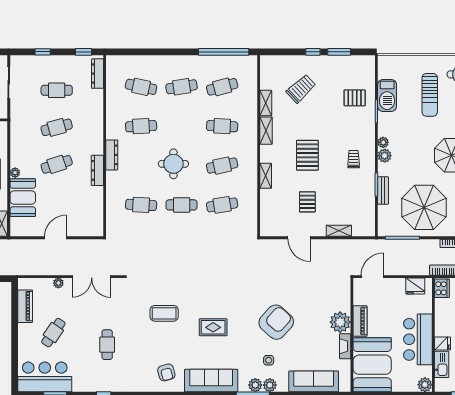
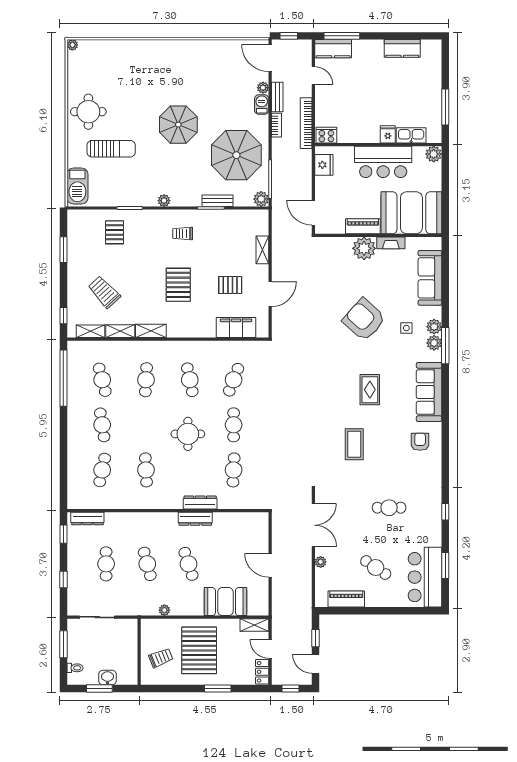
window: (313, 52) -> (63, 316), moved
barbecue: (387, 95) -> (77, 186), moved, turned 90
dresser: (112, 155) -> (200, 503), moved
pallet: (307, 155) -> (178, 285), turned 90
plant: (385, 156) -> (261, 199), moved
plant: (15, 173) -> (164, 610), moved
shelving: (266, 176) -> (91, 331), moved
cafe table: (222, 205) -> (234, 380), turned 30
filing cabinet: (269, 207) -> (236, 327), added
armchair: (166, 372) -> (420, 442), turned -74

